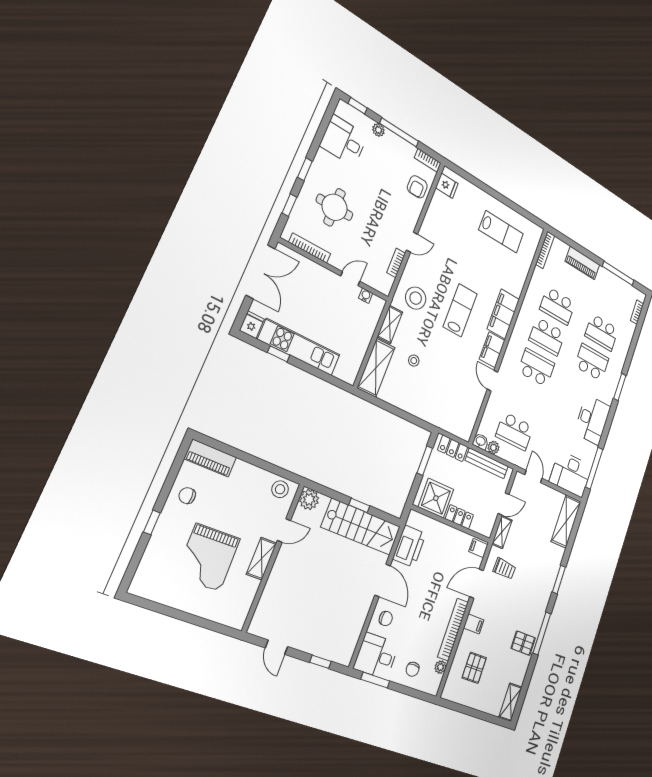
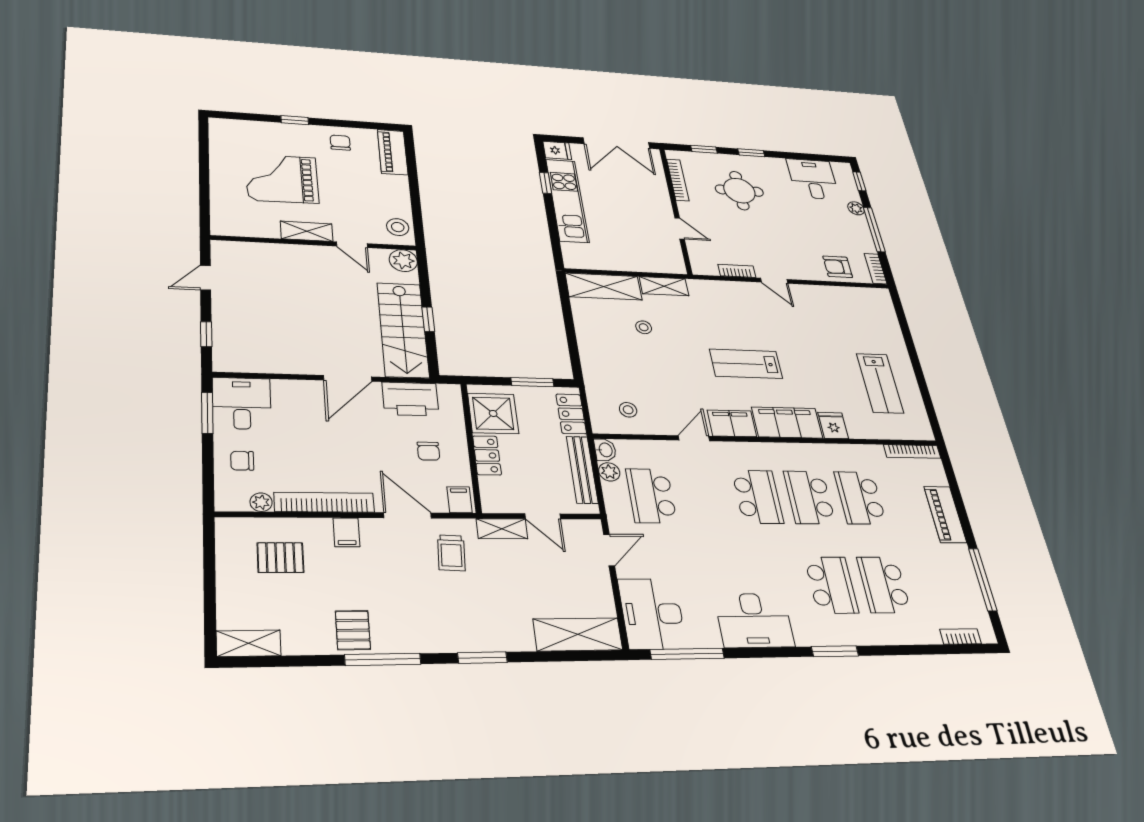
fridge: (447, 186) -> (833, 425), moved, turned 180
water cooler: (366, 296) -> (674, 250), removed
stool: (416, 298) -> (628, 410), moved, width x0.53, depth x0.53
lab bench: (460, 310) -> (746, 364), turned 180
chair: (386, 619) -> (428, 451), moved

